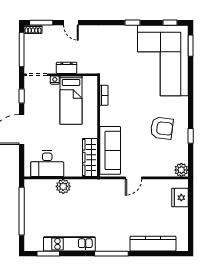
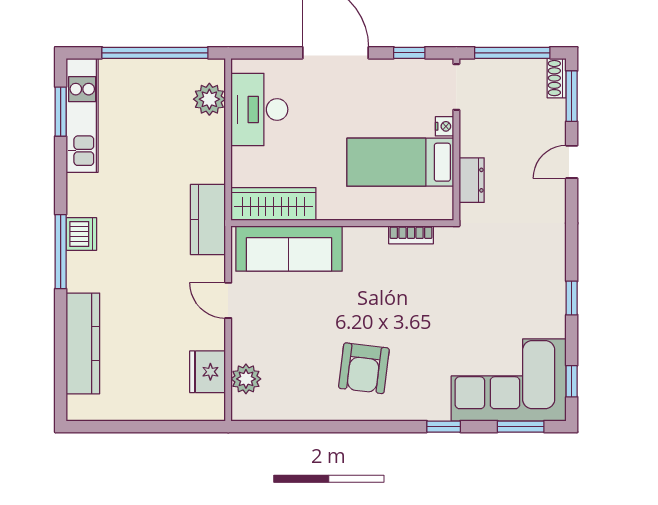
corner sofa: (163, 60) -> (509, 380), width x0.73, depth x0.74
dresser: (67, 68) -> (472, 180), moved
armchair: (162, 128) -> (364, 368), moved
window: (191, 136) -> (444, 427), moved
plant: (181, 170) -> (246, 379), moved
plant: (63, 186) -> (209, 99), moved
kitchen counter: (97, 187) -> (208, 220), added
fridge: (180, 198) -> (208, 372), moved, turned -90
kitchen unit: (69, 244) -> (82, 115), moved
dishwasher: (103, 244) -> (81, 234), added

